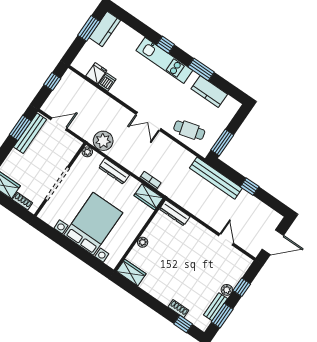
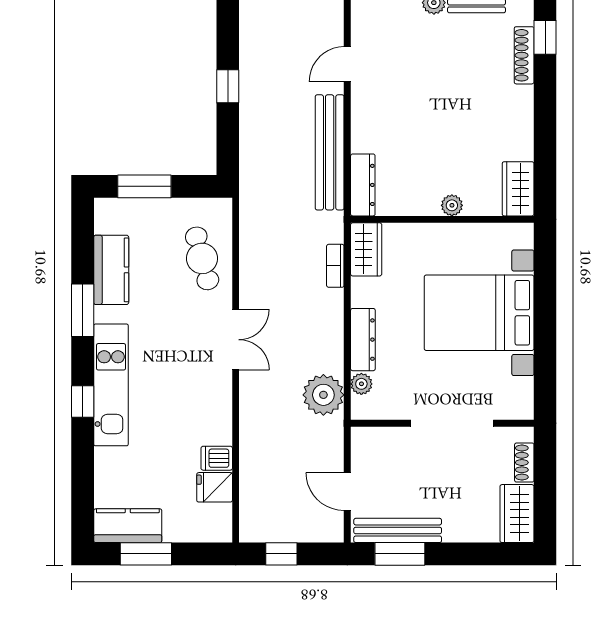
window: (222, 142) -> (144, 186), moved
plant: (87, 152) -> (361, 384), moved
bench: (216, 178) -> (330, 152), moved
shoe rack: (178, 309) -> (524, 55), width x1.43

